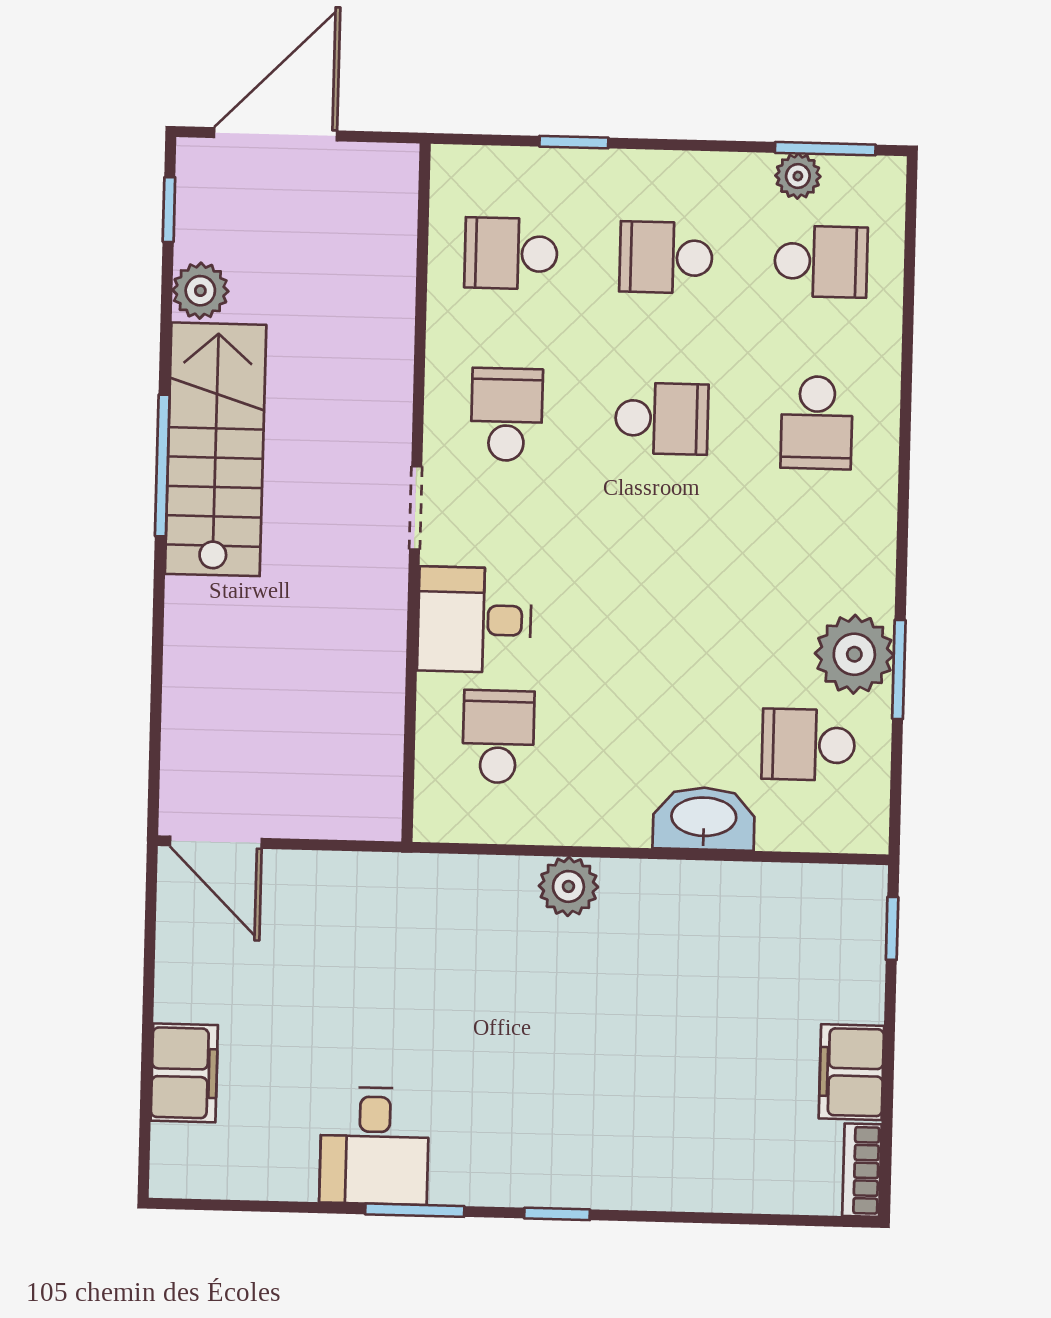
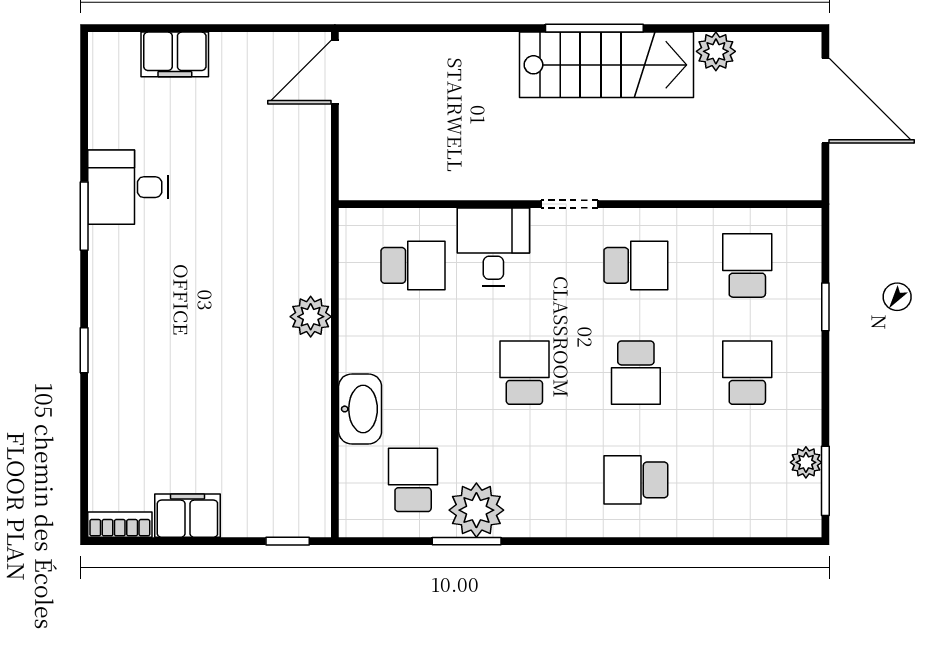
window: (169, 210) -> (771, 28), removed
school desk: (821, 262) -> (524, 373), moved, turned 180
window: (557, 1214) -> (84, 350), moved

